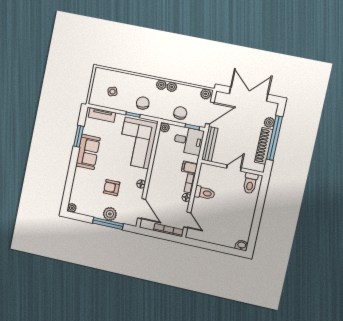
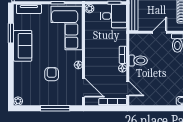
filing cabinet: (190, 167) -> (120, 40), removed
armchair: (112, 188) -> (52, 74), turned 90
plant: (110, 214) -> (55, 99), removed

